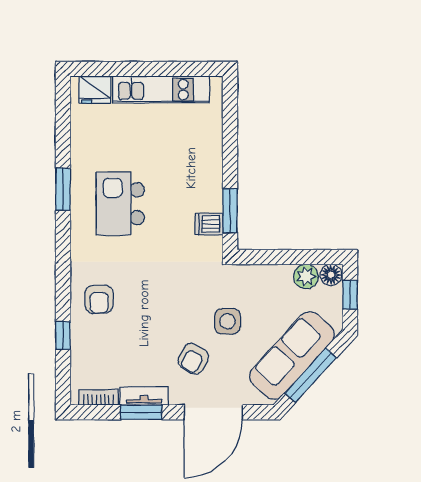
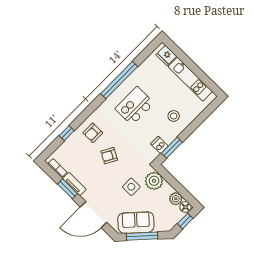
stool: (189, 164) -> (174, 116), added
window: (63, 189) -> (119, 80), width x2.11
plant: (251, 282) -> (154, 181), added
sofa: (292, 355) -> (136, 222), width x0.73
armchair: (193, 359) -> (109, 156), moved

